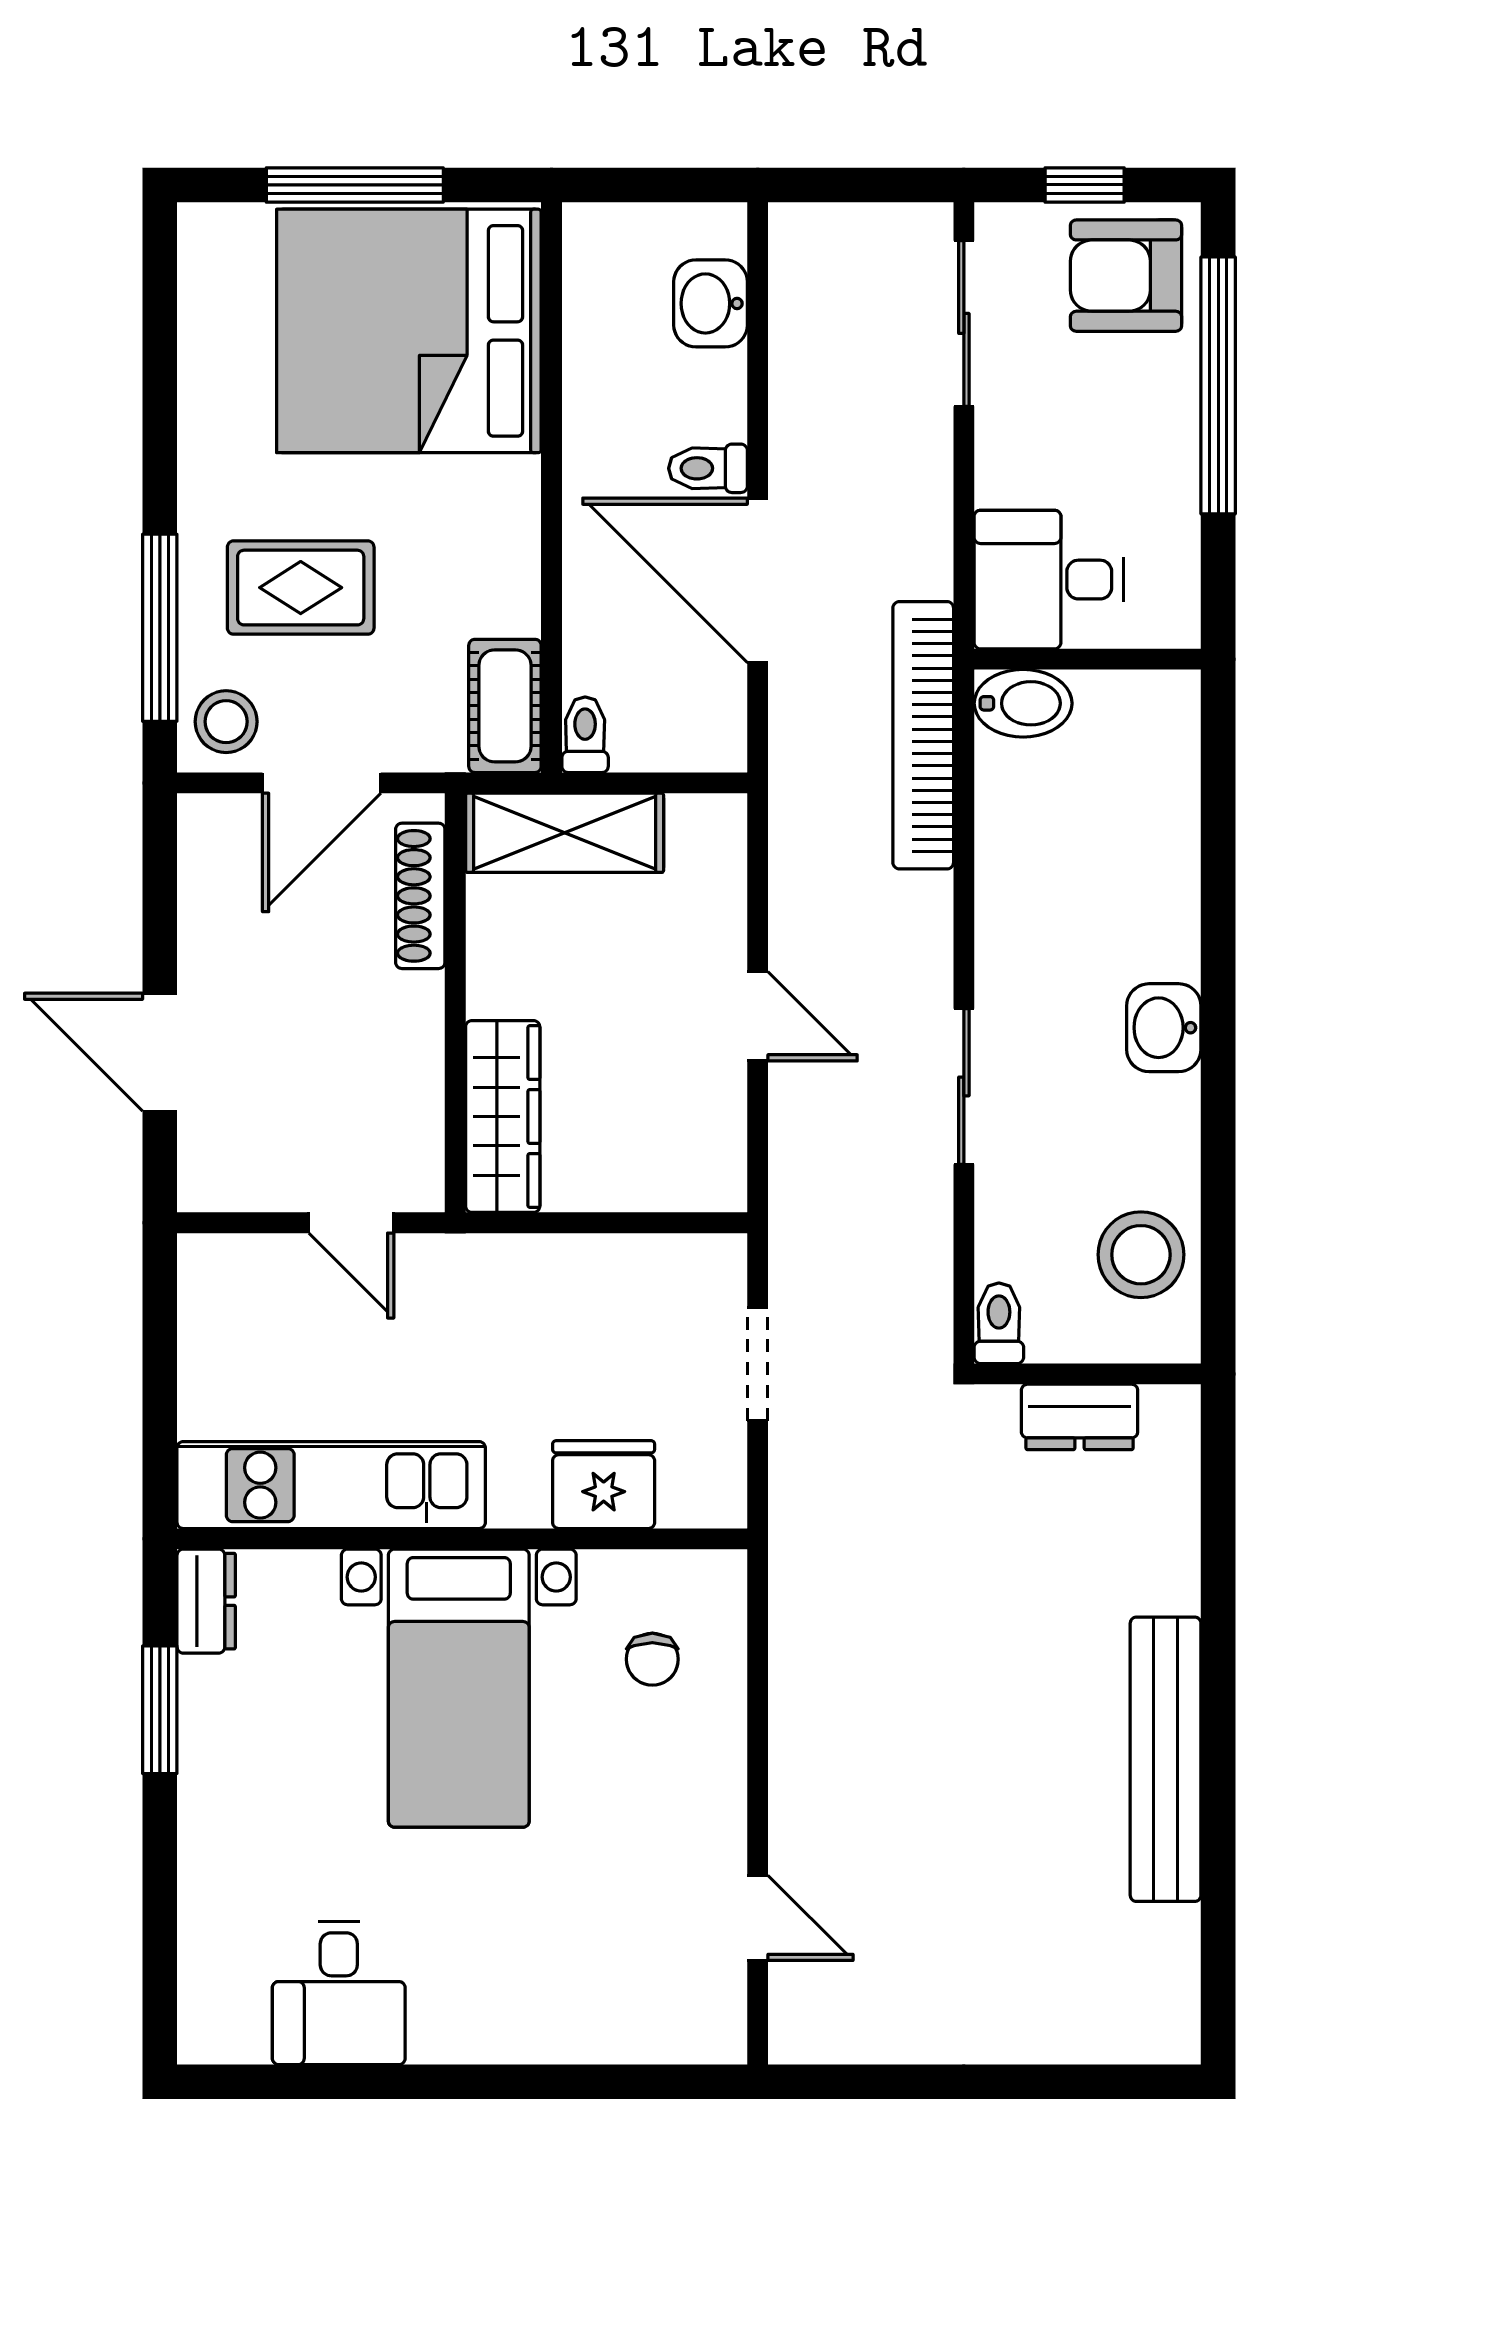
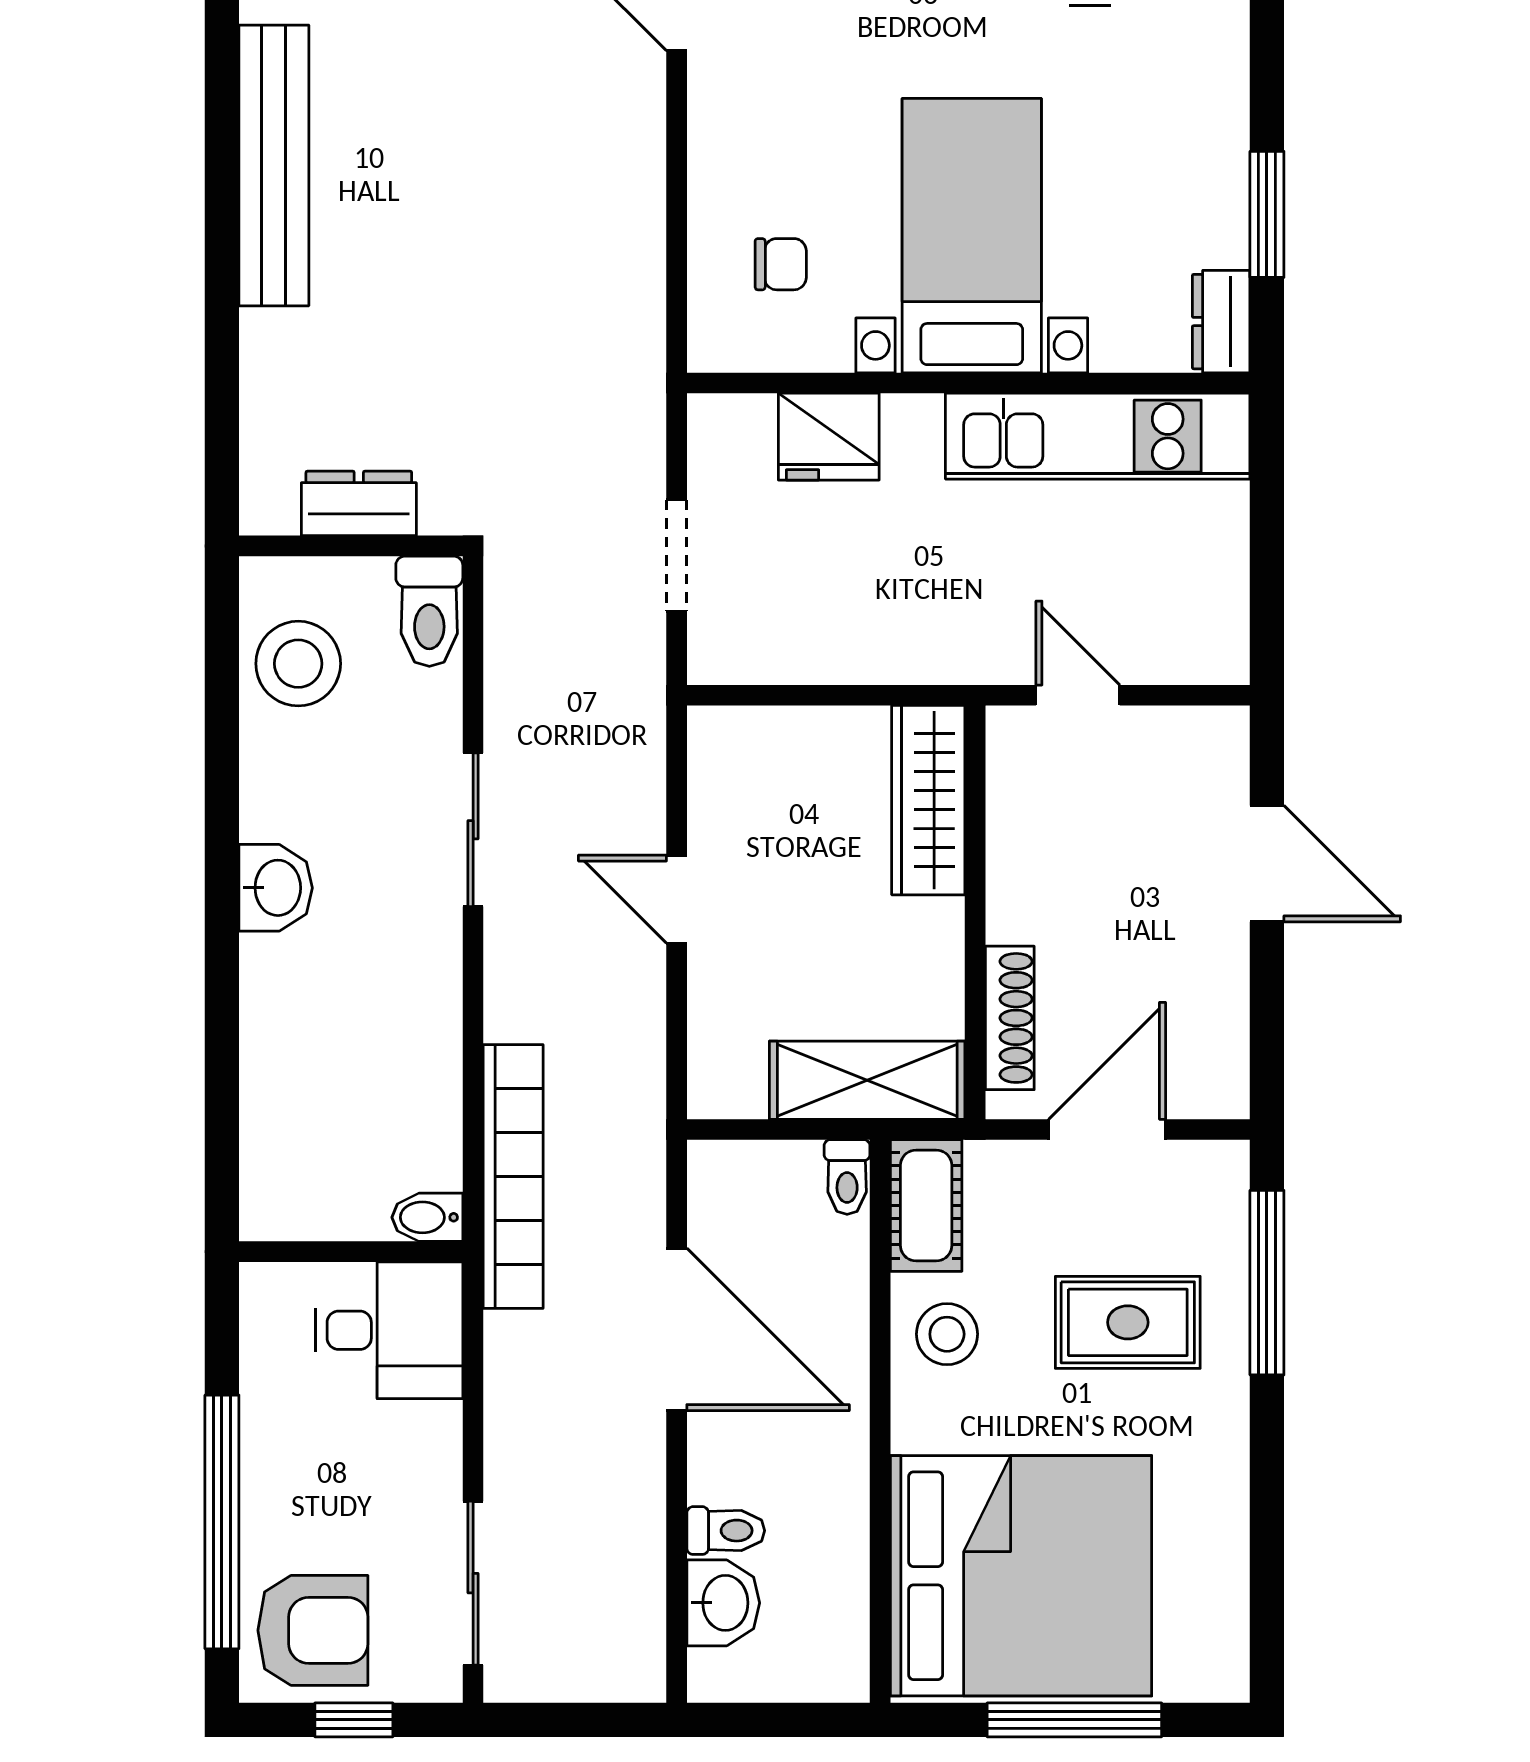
toilet: (708, 468) -> (726, 1531), moved
bidet: (1023, 703) -> (427, 1217), width x0.72, depth x0.74
stool: (226, 722) -> (947, 1334), moved
toilet: (999, 1323) -> (429, 611), width x1.37, depth x1.39
chair: (652, 1659) -> (781, 264), turned 90

